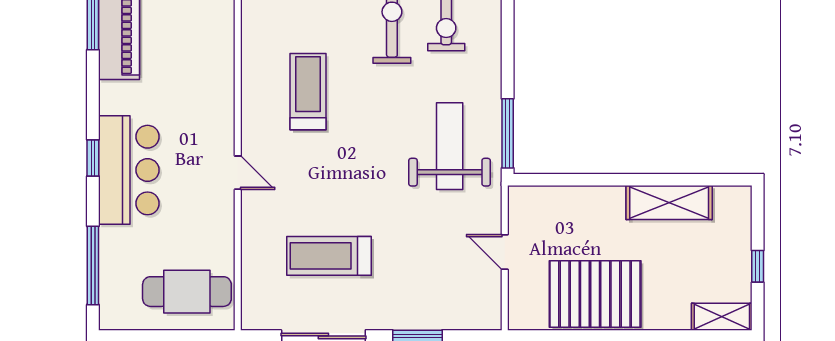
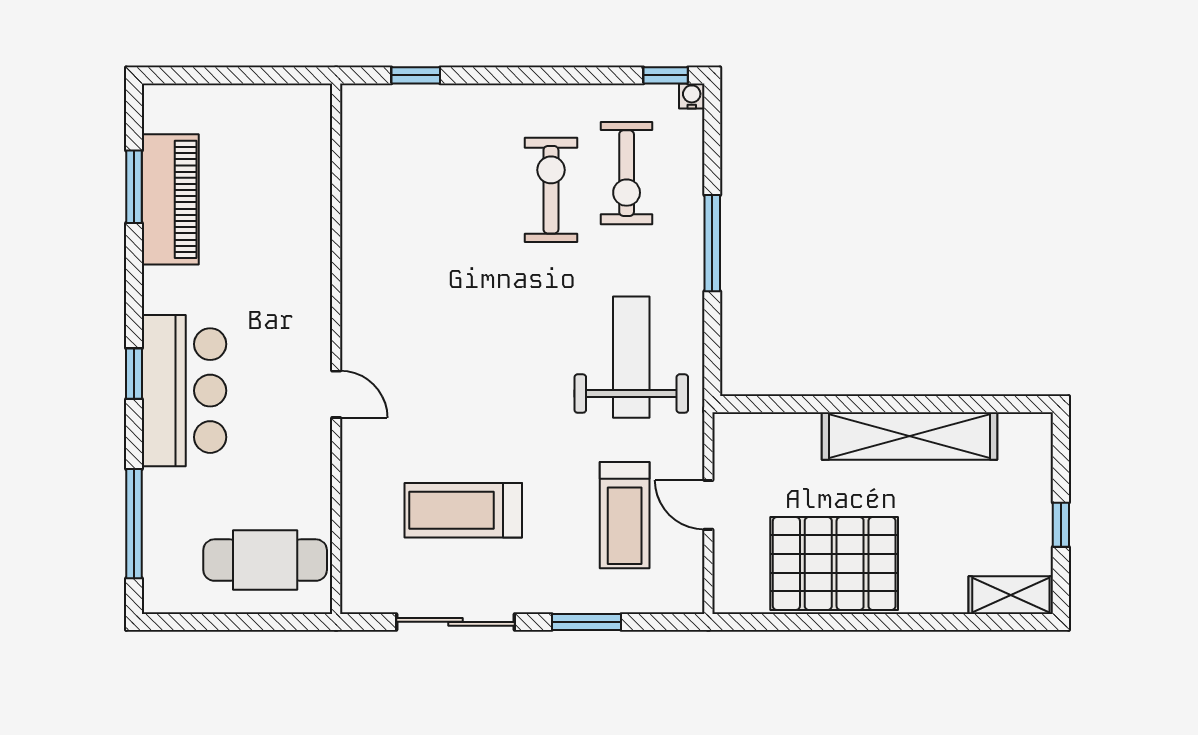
treadmill: (308, 92) -> (625, 515), moved, turned 180
window: (508, 133) -> (712, 243), moved
shelving: (669, 203) -> (910, 436), width x1.47

